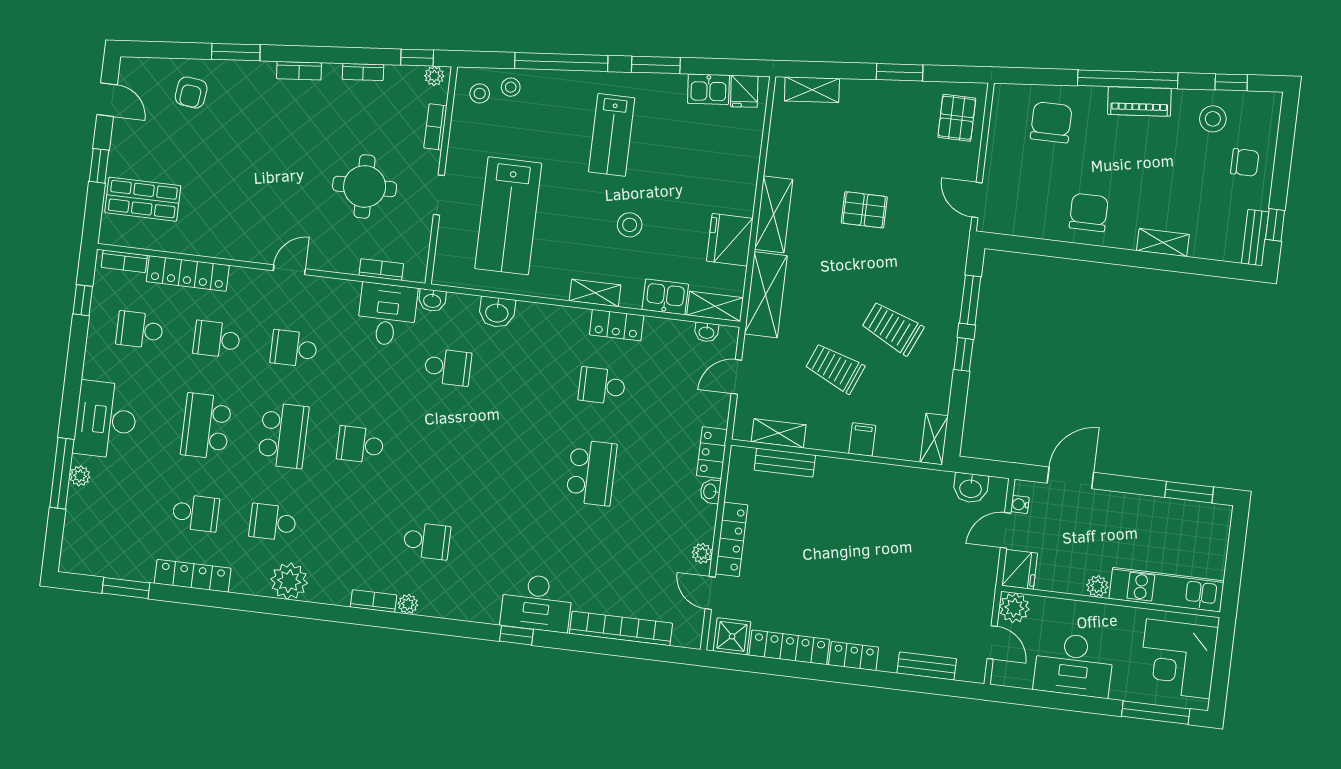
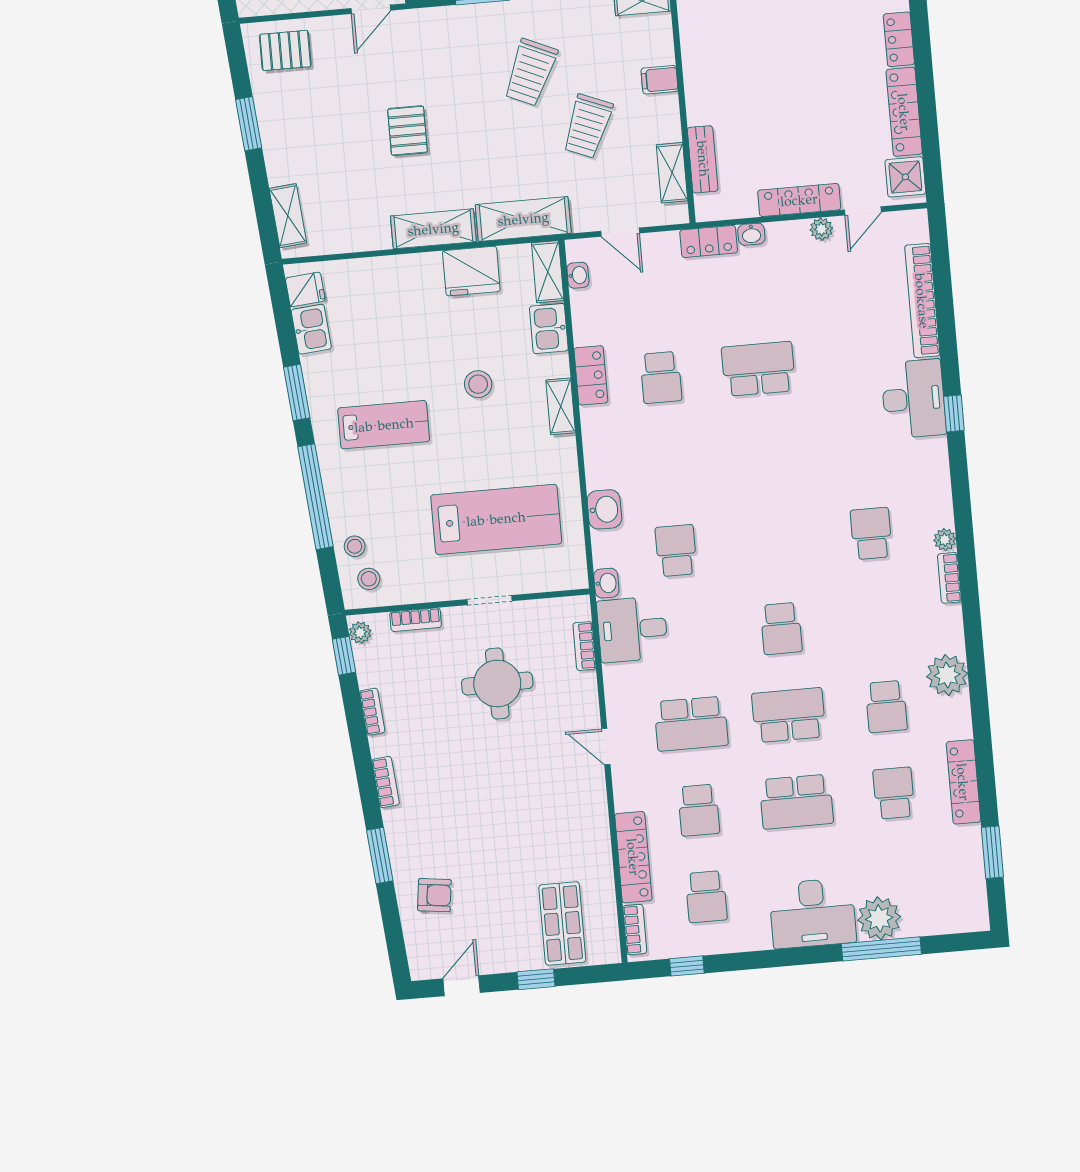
school desk: (294, 349) -> (691, 724), width x1.85
plant: (80, 476) -> (879, 918), width x1.87, depth x1.87

